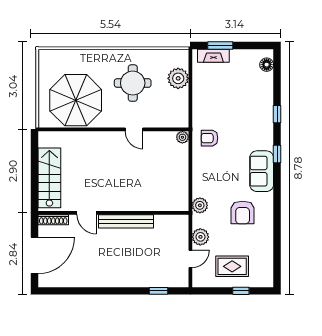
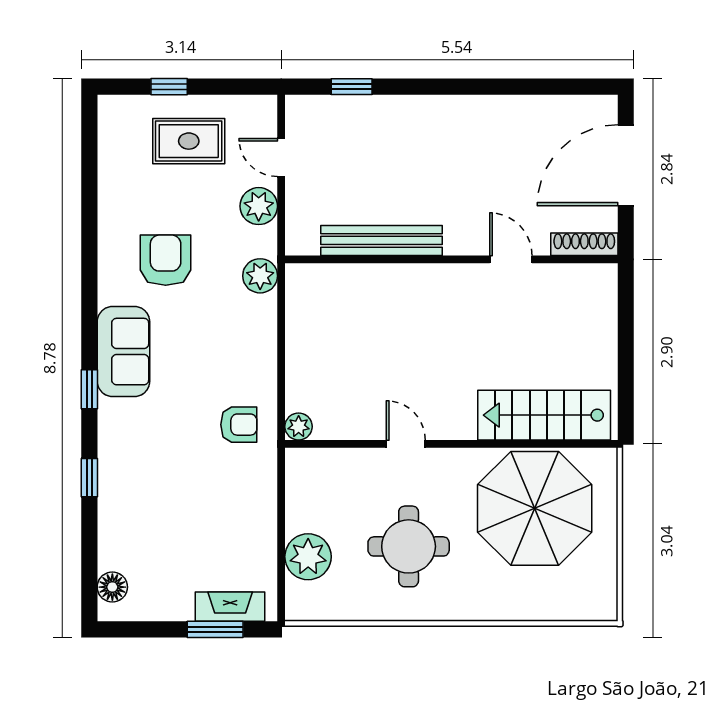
stairs: (49, 178) -> (544, 415), moved, turned 90
bench: (126, 221) -> (382, 240), moved
door: (190, 259) -> (281, 158), hinge flipped

